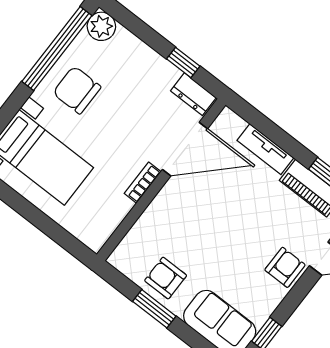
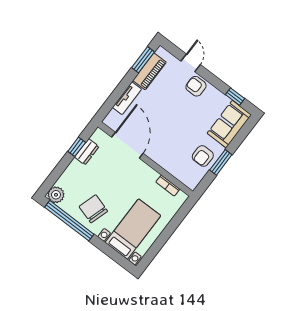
chair: (77, 90) -> (93, 209), turned 107
dresser: (193, 94) -> (87, 152), moved
bookcase: (143, 183) -> (168, 186), moved

